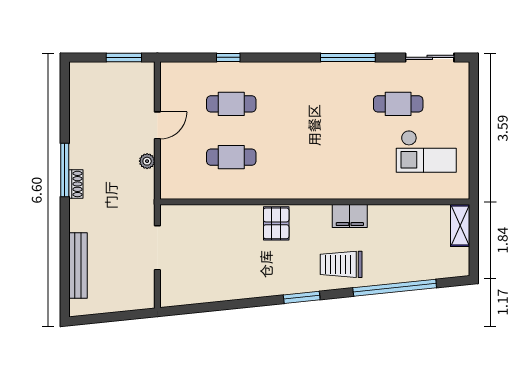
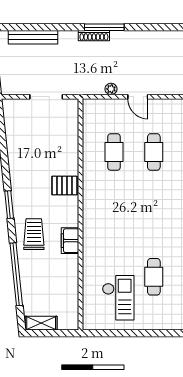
checkout: (426, 151) -> (118, 298), turned 180
shoe rack: (76, 184) -> (94, 36), width x1.43
shelving: (460, 225) -> (41, 323), moved

